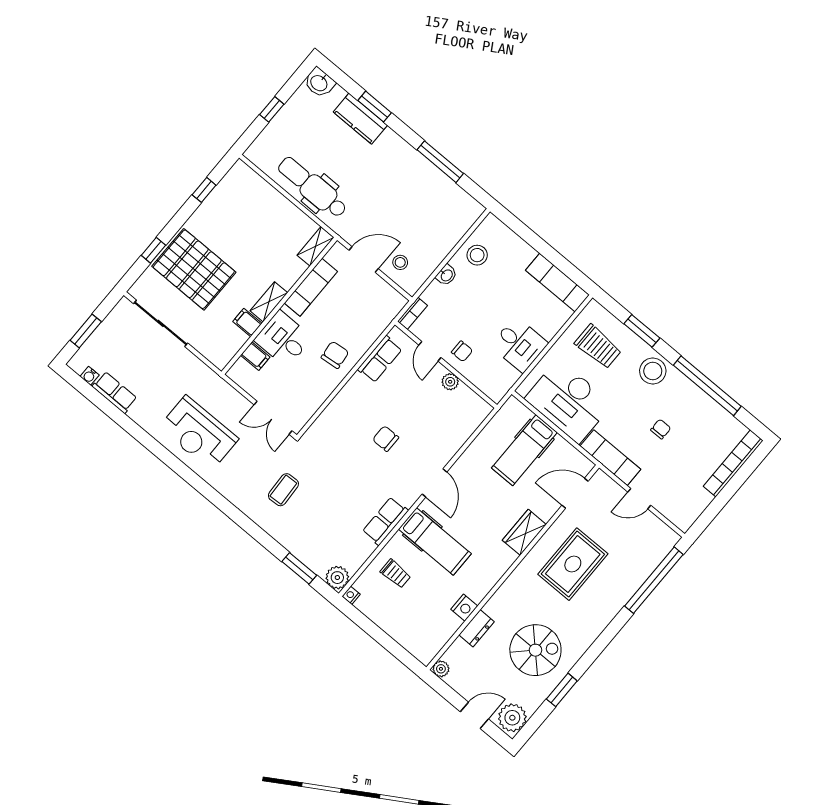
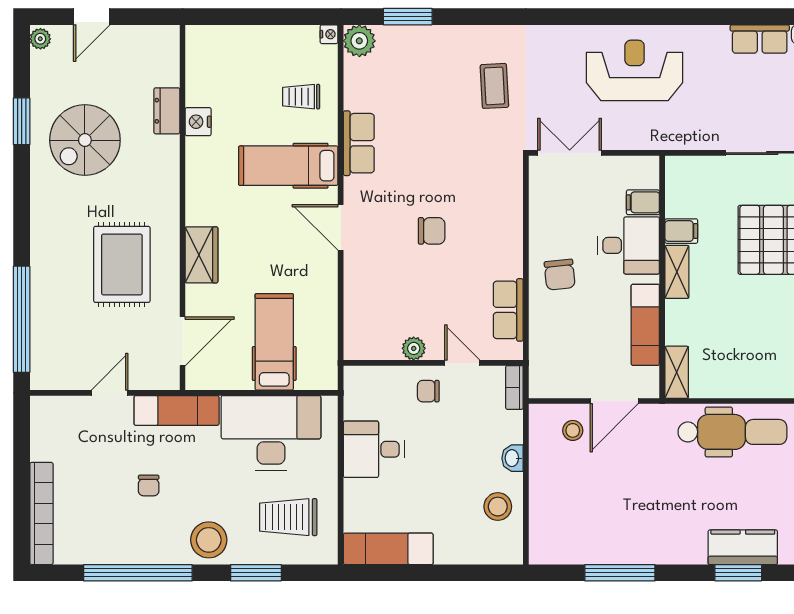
plant: (441, 669) -> (168, 36), removed
plant: (512, 718) -> (40, 39), width x0.53, depth x0.53

